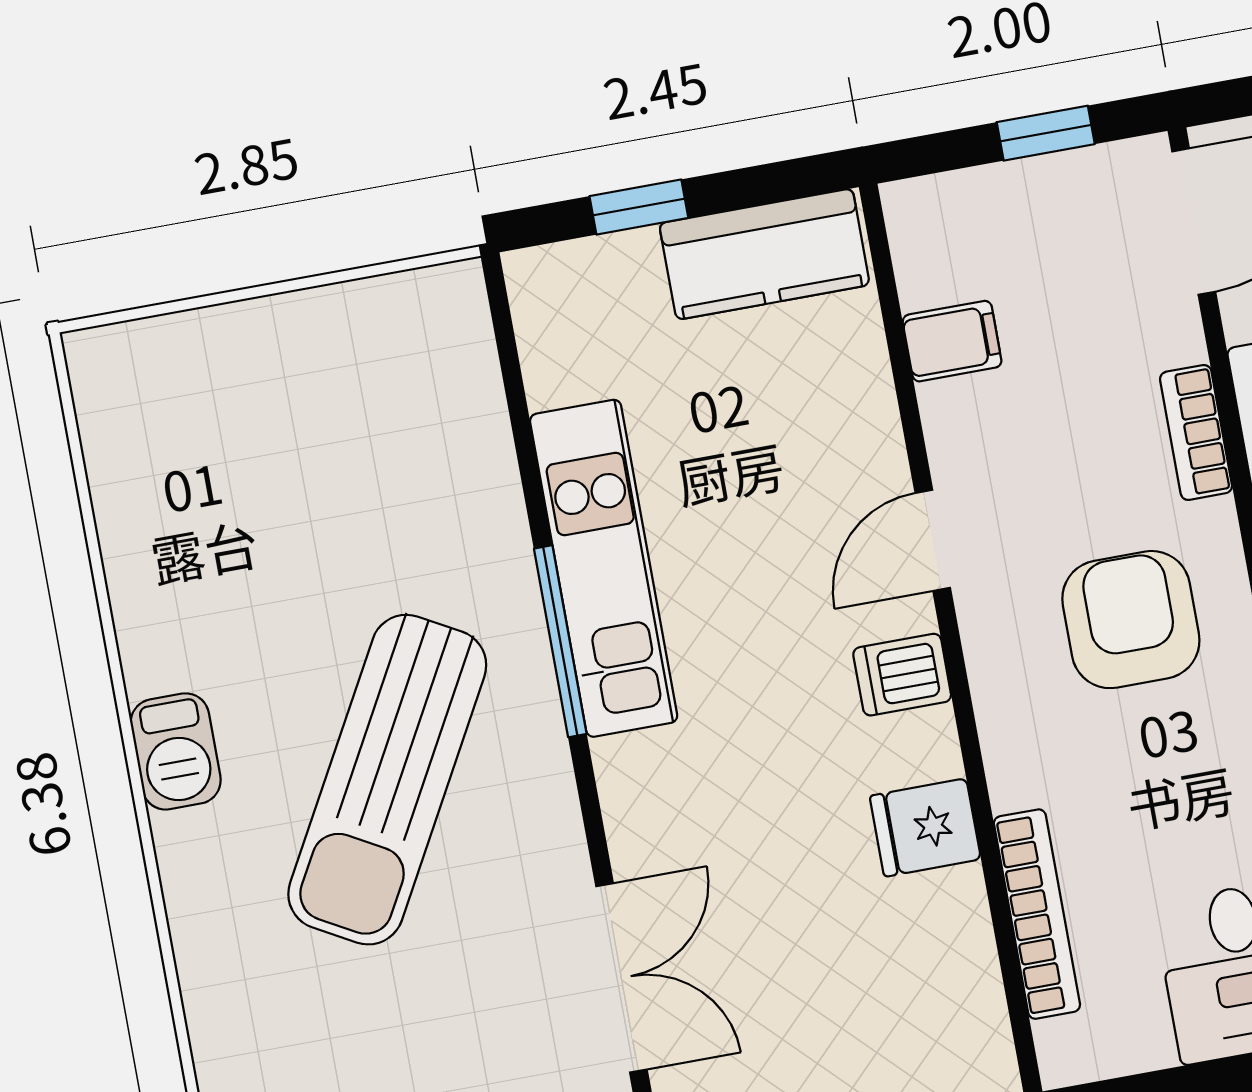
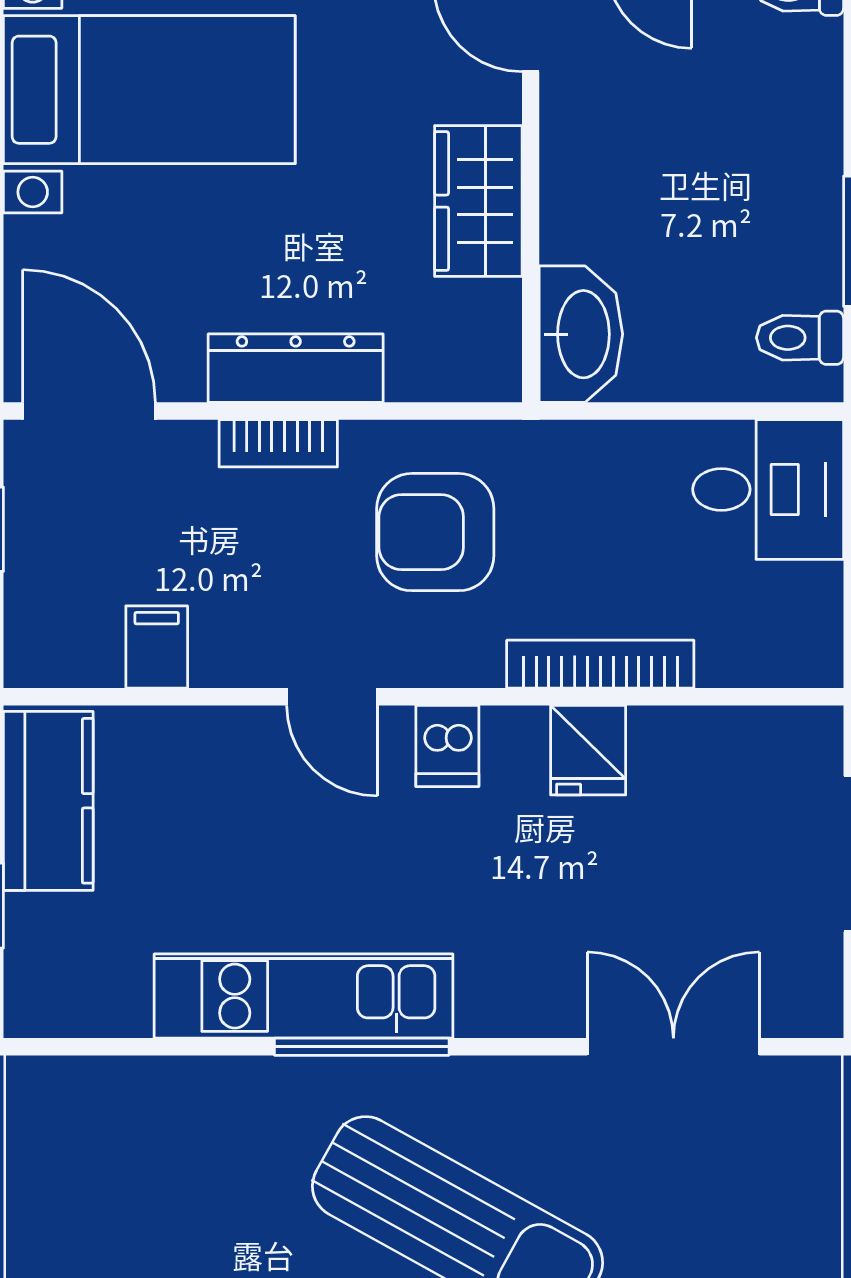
bookcase: (1037, 914) -> (600, 664), moved

